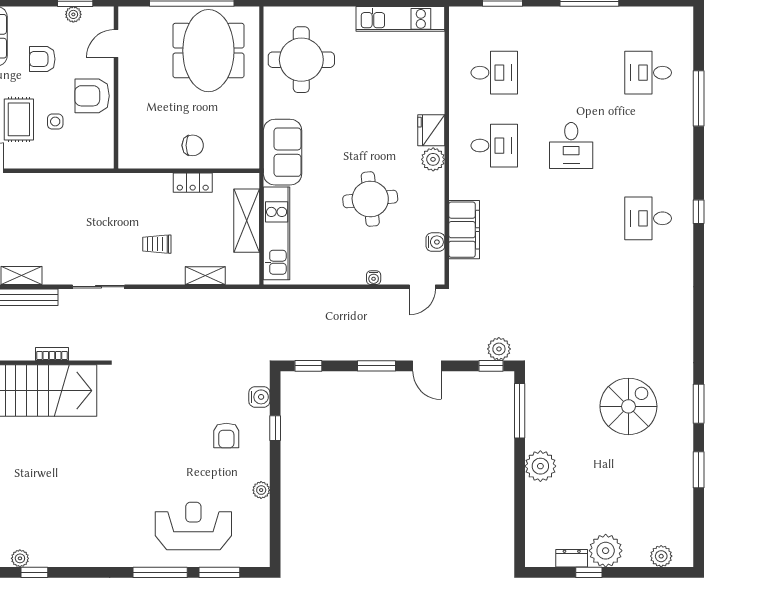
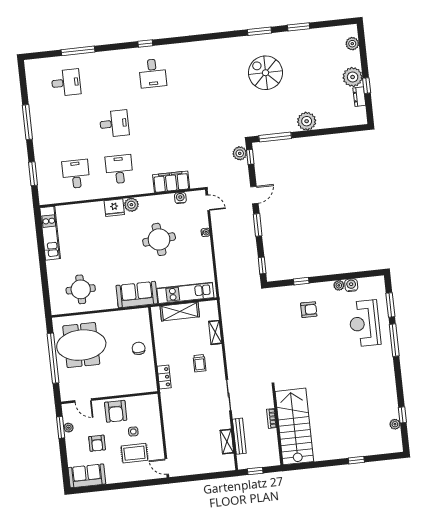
round table: (301, 60) -> (81, 289), width x0.73, depth x0.73
desk: (648, 73) -> (66, 83), turned -90
locker: (193, 183) -> (164, 377), moved
water cooler: (259, 397) -> (351, 285), moved

